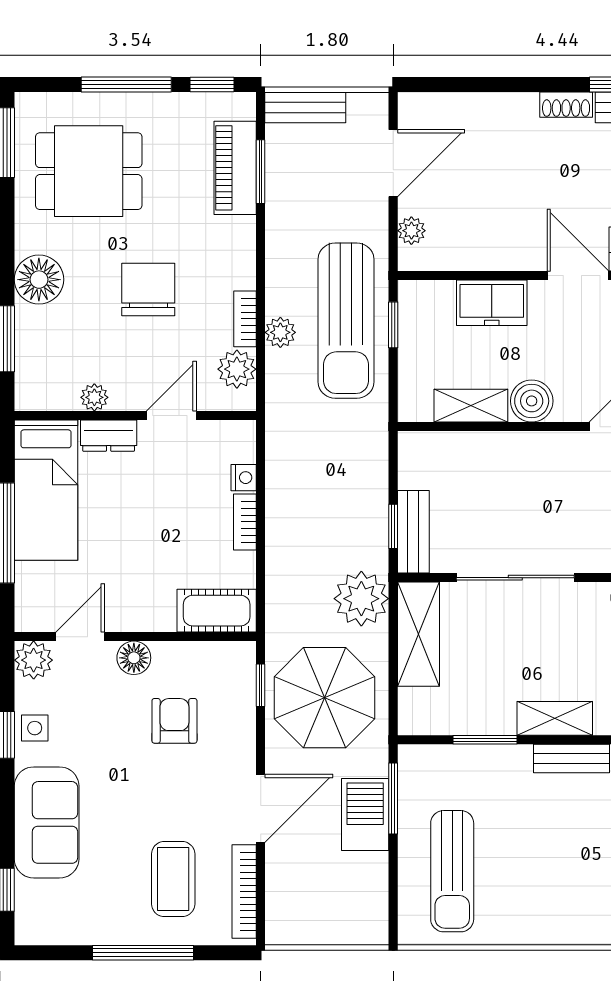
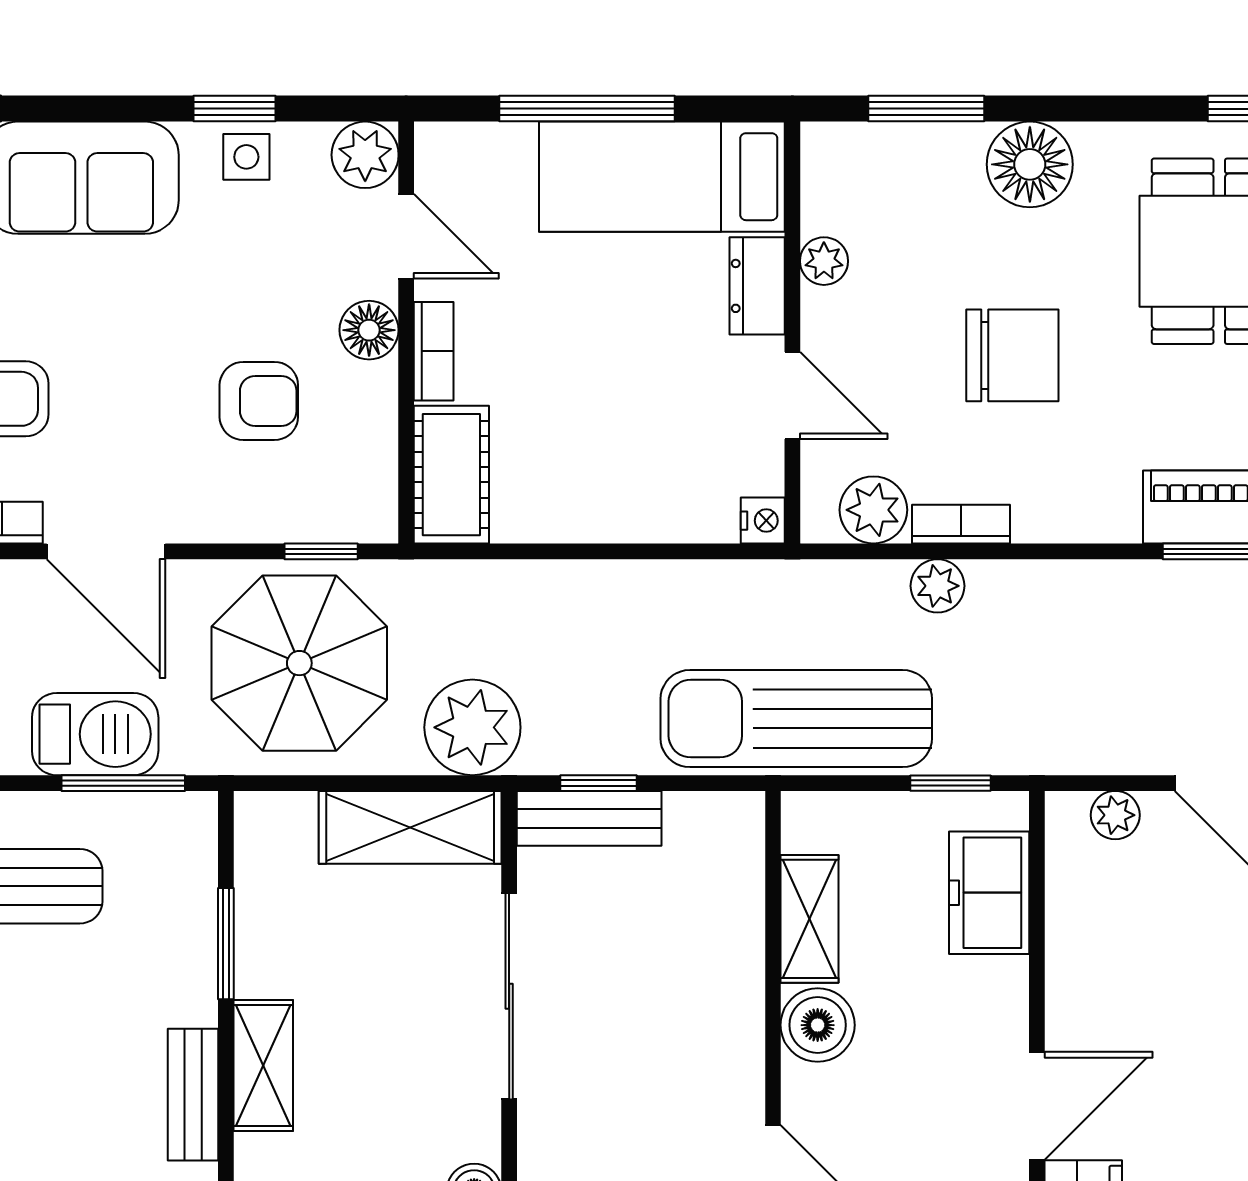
freezer: (492, 303) -> (989, 893), moved
sun lounger: (346, 321) -> (796, 719), moved
nightstand: (244, 478) -> (763, 521), moved, turned -90
bookcase: (245, 522) -> (434, 351), moved, turned 90

